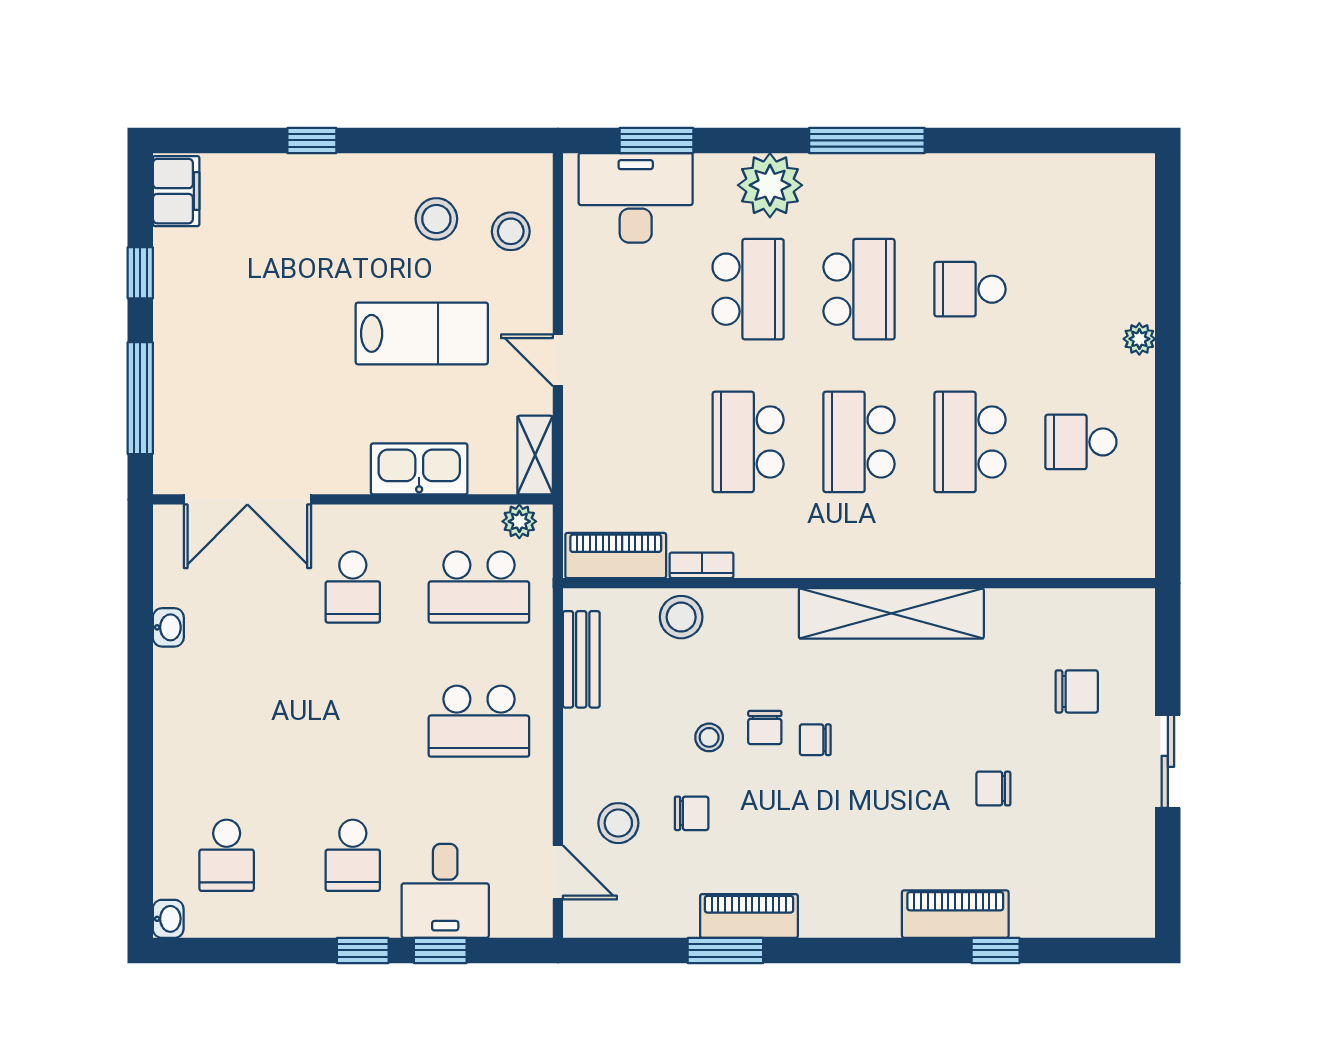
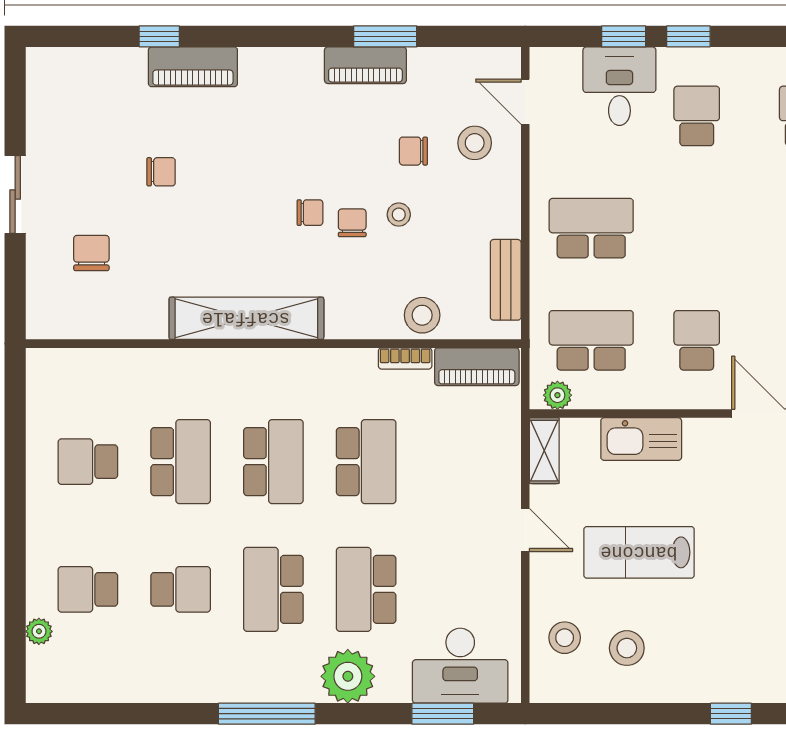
school desk: (1081, 289) -> (88, 589), added
plant: (1139, 339) -> (39, 631), moved
school desk: (1081, 442) -> (88, 462), turned 180
chair: (1077, 691) -> (91, 253), turned 90

